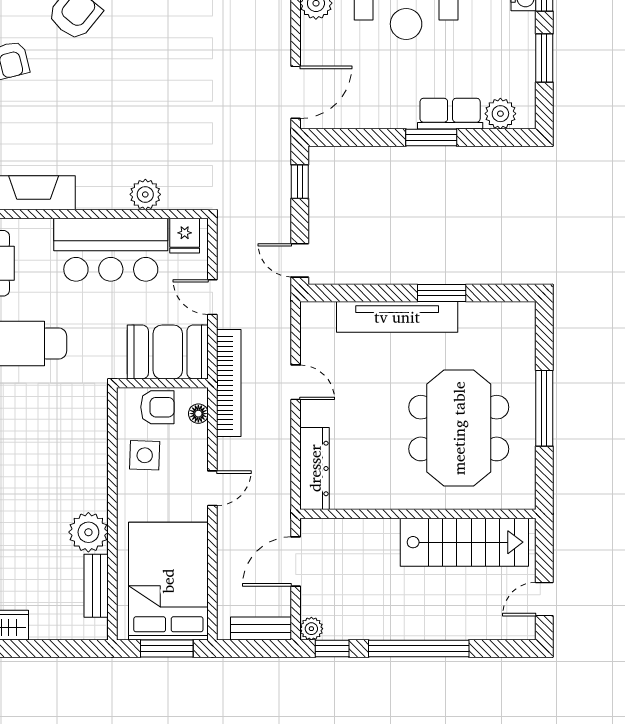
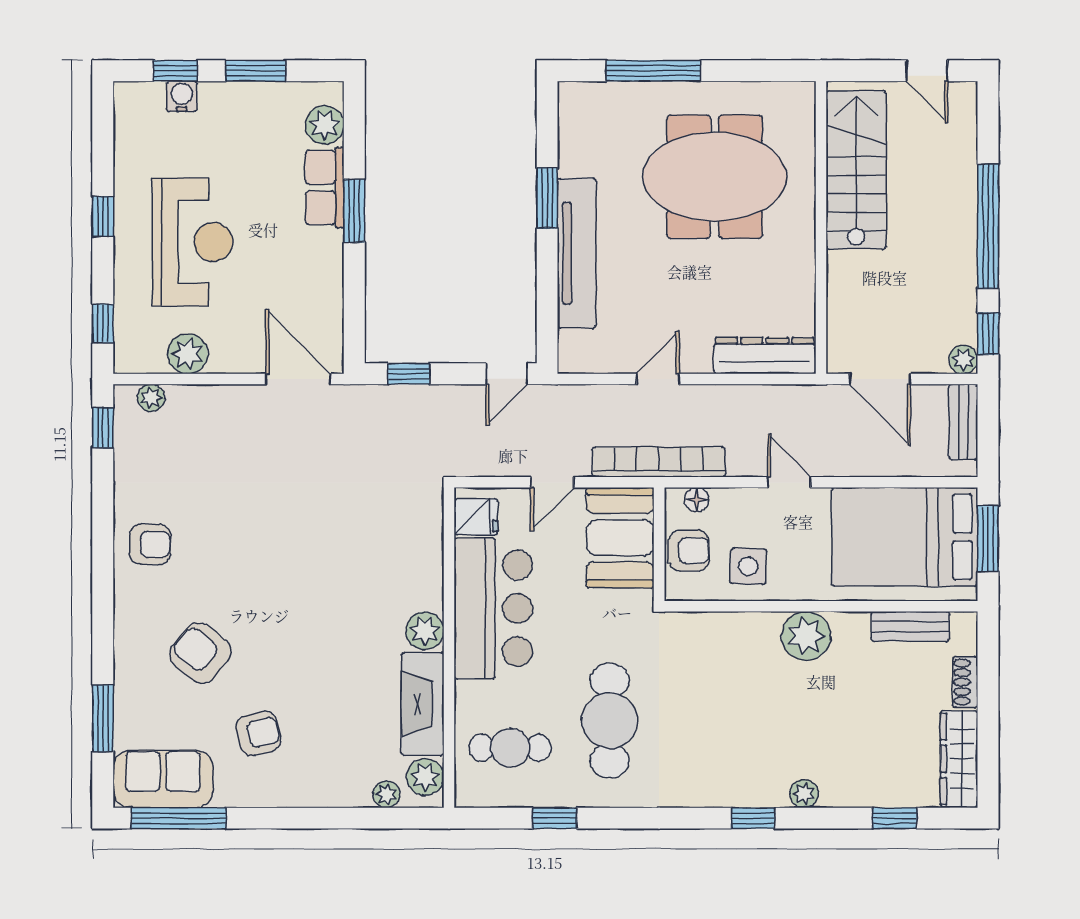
plant: (145, 194) -> (425, 631), moved
armchair: (157, 407) -> (689, 550), turned 90
window: (544, 408) -> (653, 71), moved
plant: (88, 532) -> (806, 636), moved
shoe rack: (51, 630) -> (965, 682), added

